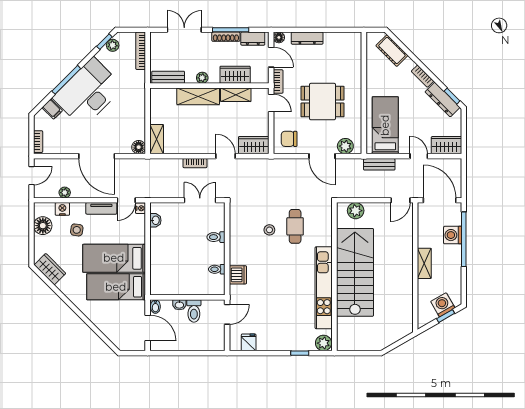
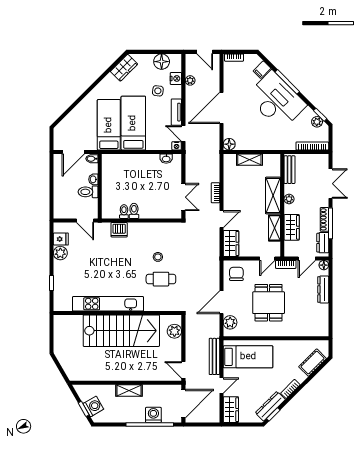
shelving: (157, 139) -> (249, 160), moved
bench: (379, 164) -> (214, 356), width x1.36
toilet: (216, 237) -> (134, 211), moved
plant: (323, 343) -> (60, 253), moved

